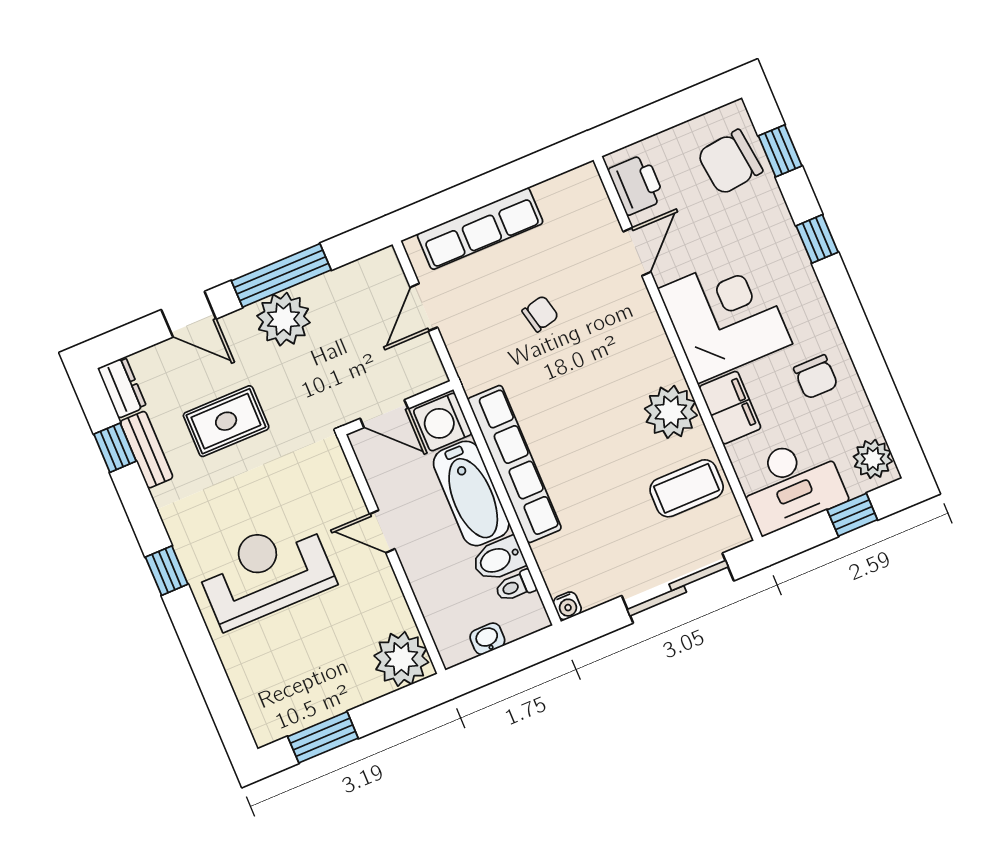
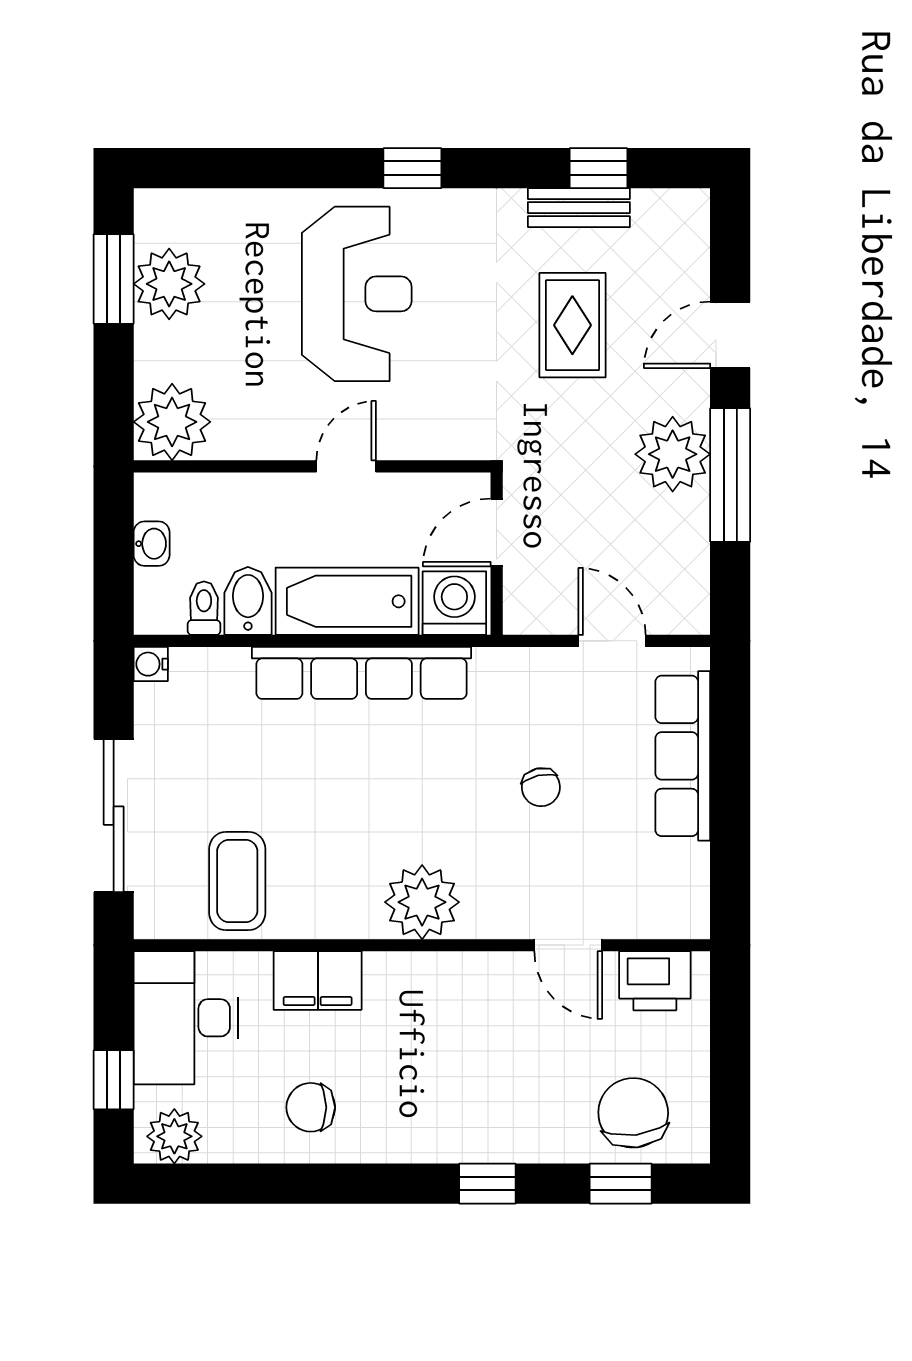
corner desk: (725, 316) -> (438, 1023), removed
dresser: (122, 388) -> (672, 210), removed
plant: (671, 412) -> (422, 902), moved
plant: (311, 699) -> (169, 284), added

